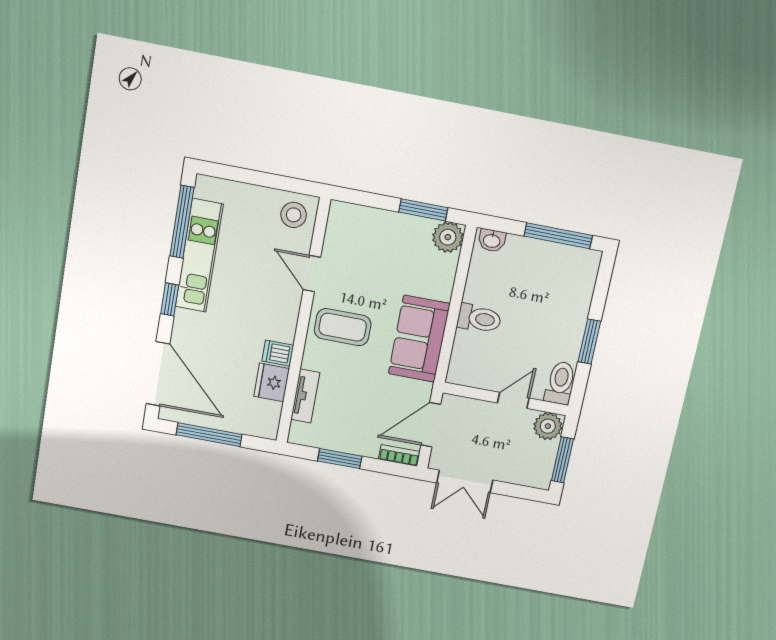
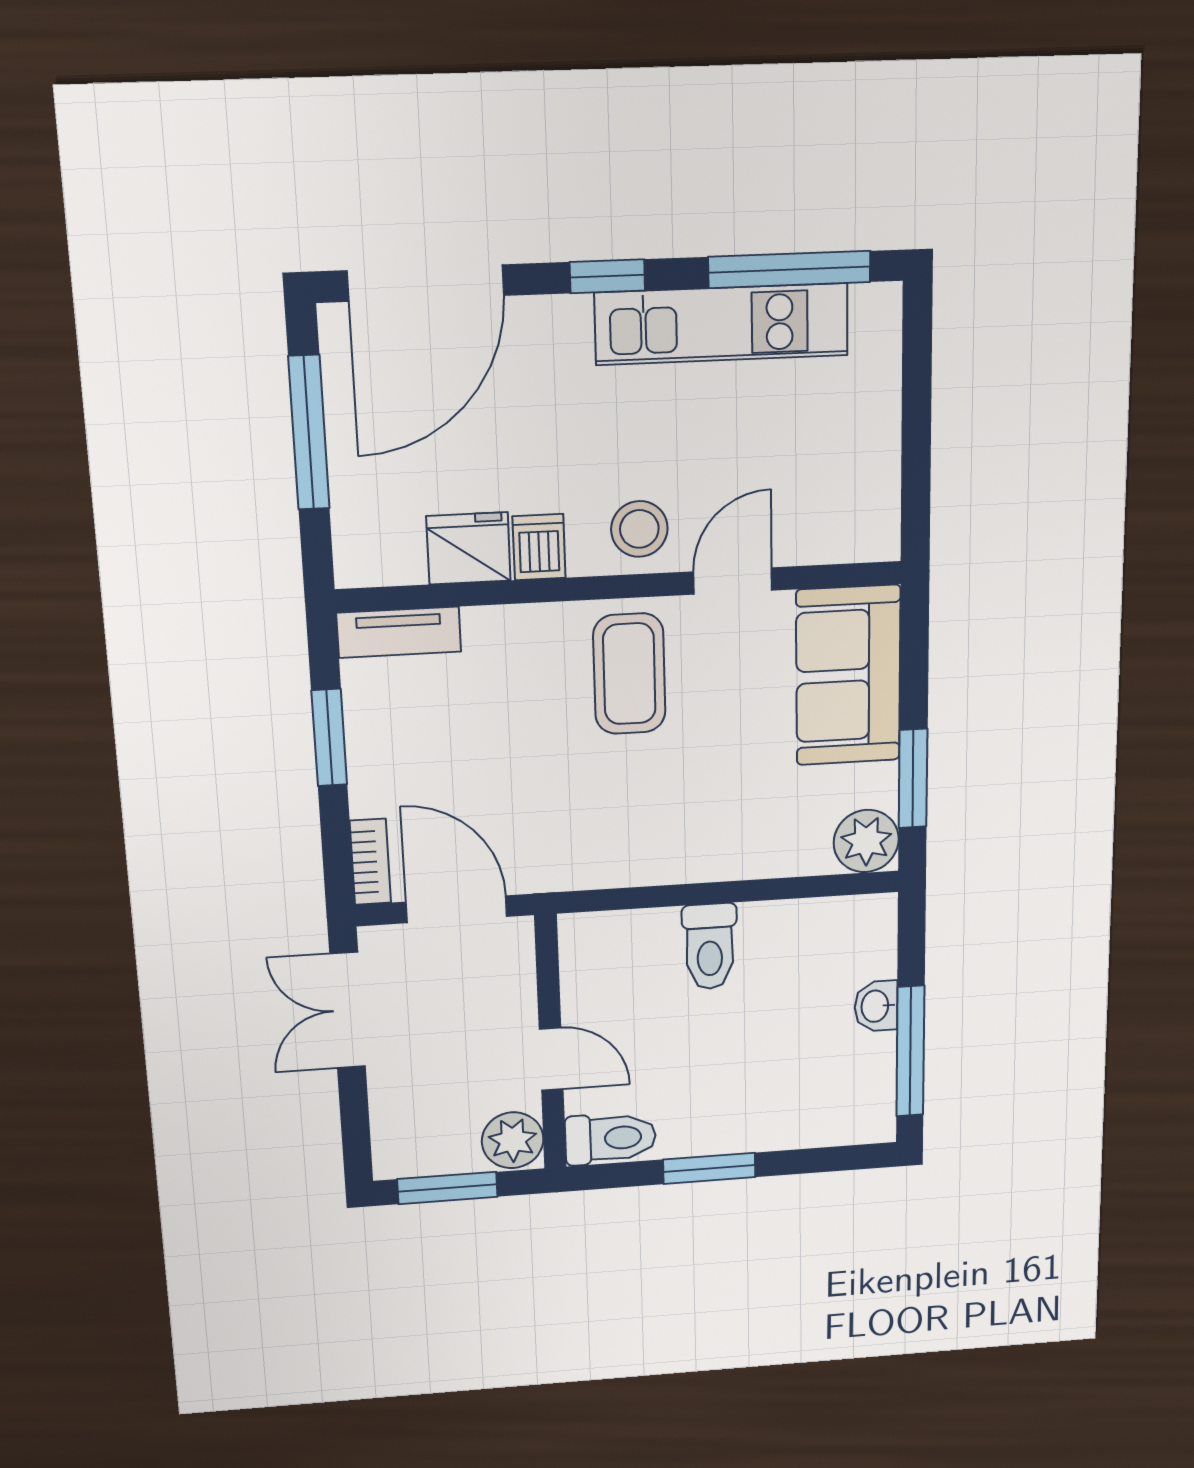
stool: (294, 215) -> (639, 529), moved
washbasin: (492, 240) -> (876, 1006), moved
sofa: (419, 339) -> (848, 675), moved, turned -90
tv unit: (305, 396) -> (399, 632), moved

